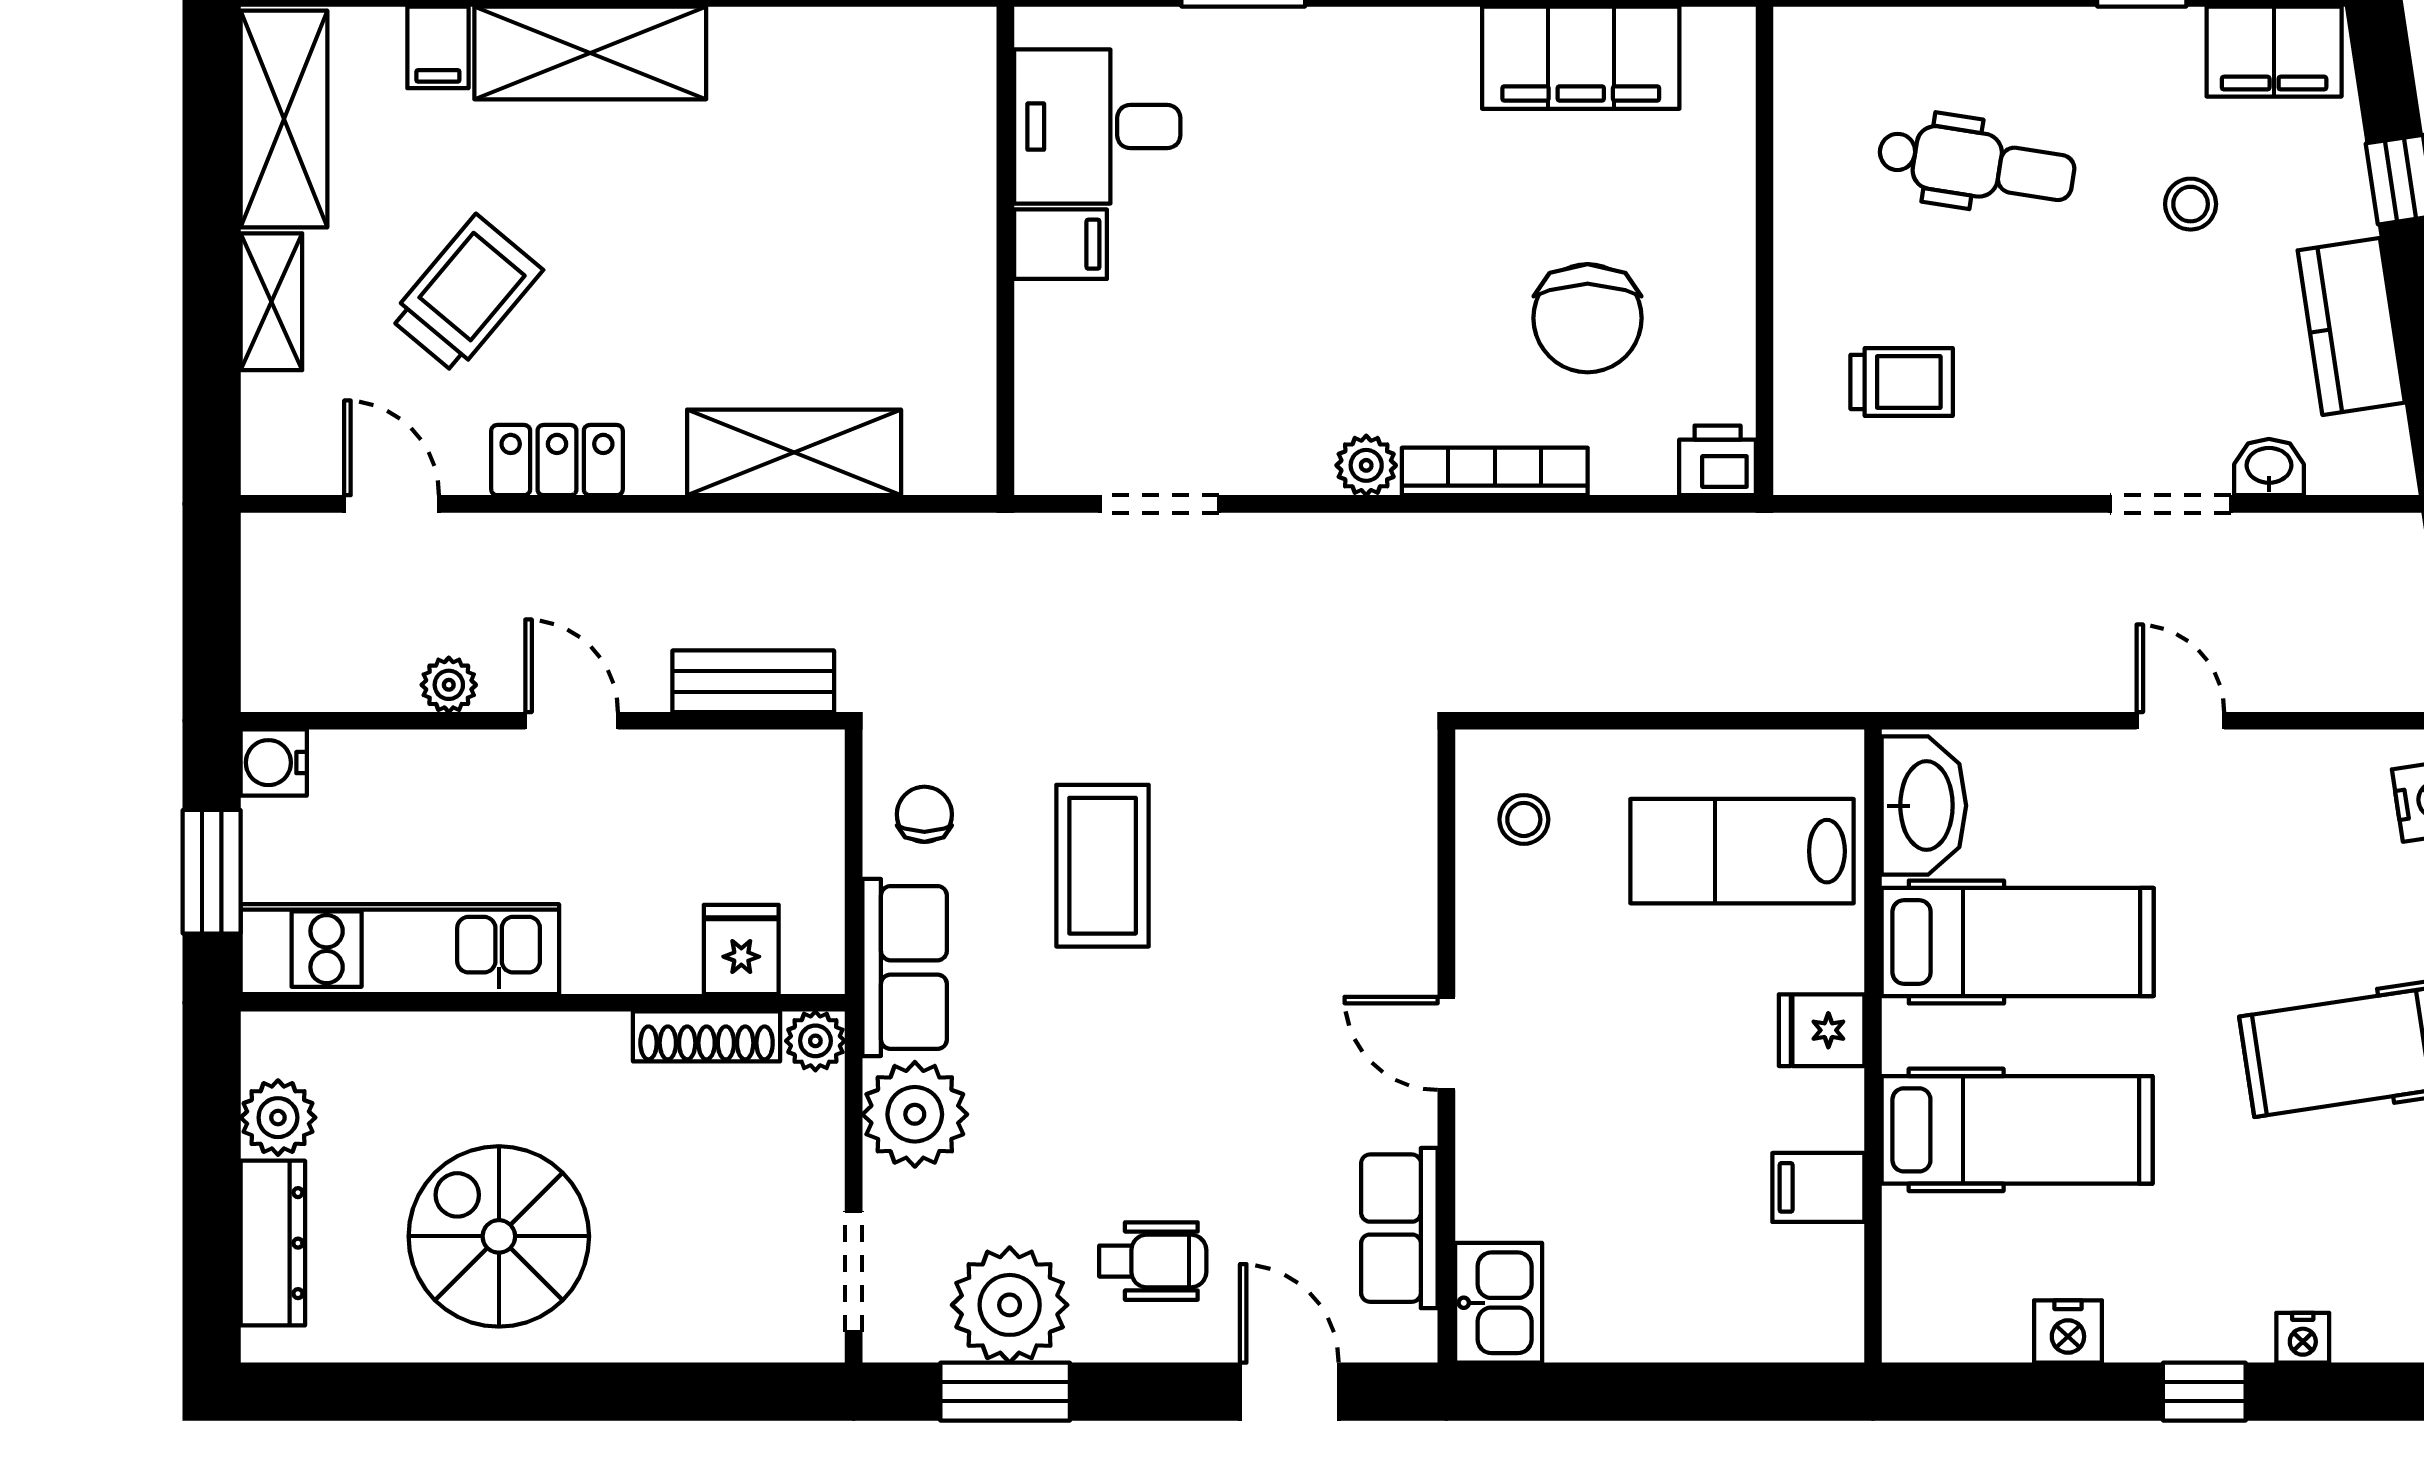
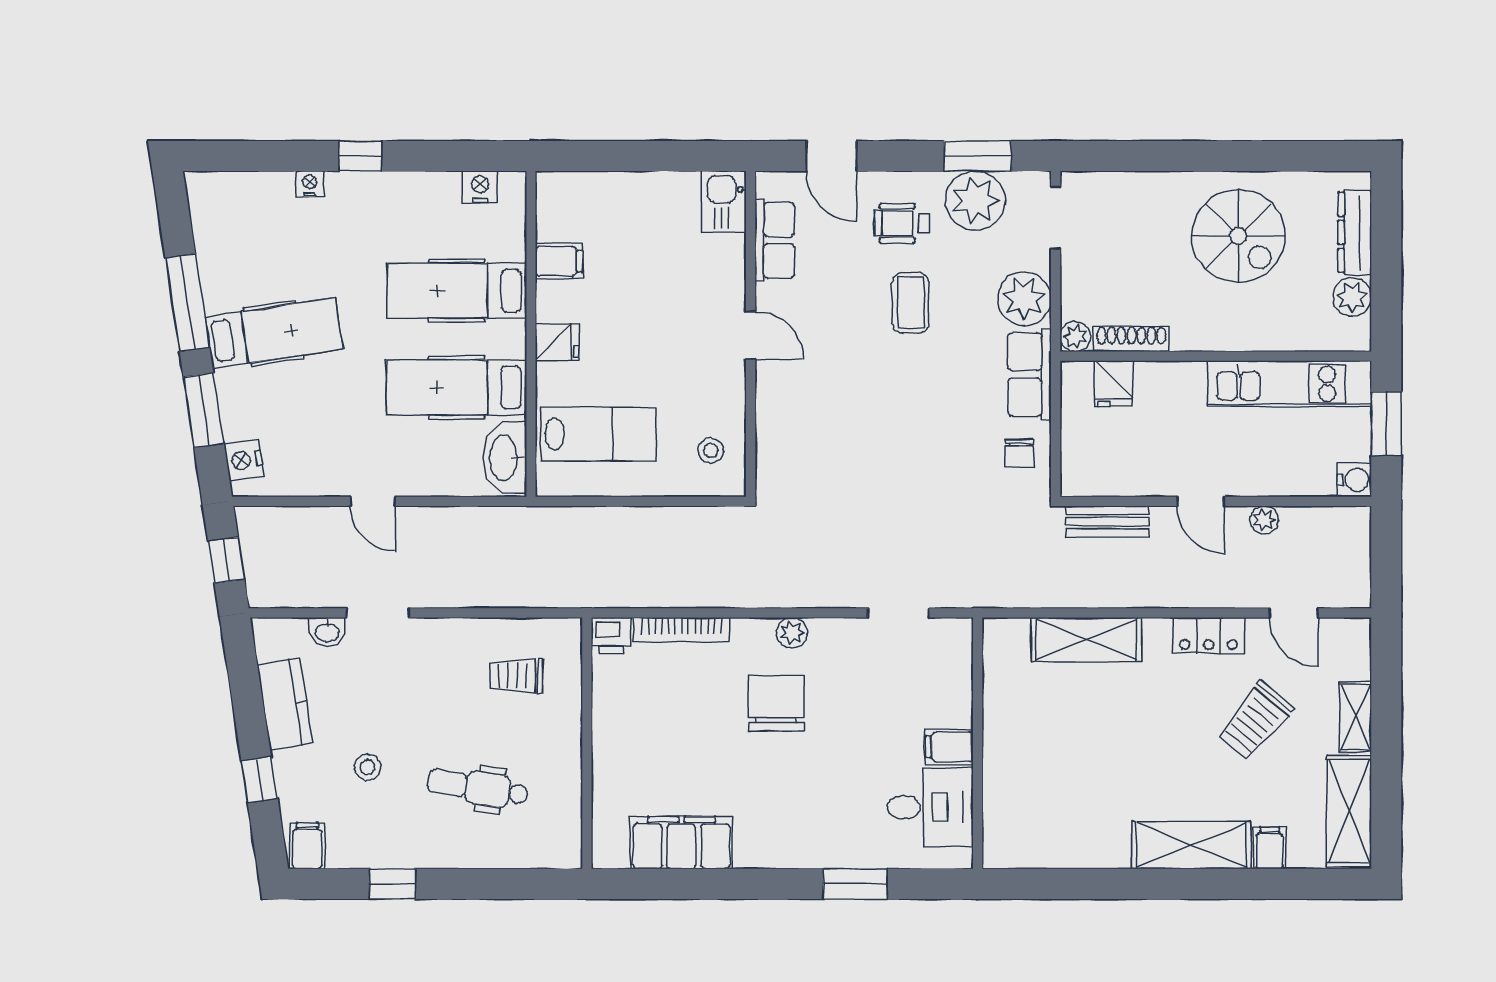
filing cabinet: (2274, 52) -> (307, 846), width x0.50
chair: (1588, 318) -> (776, 703), moved
bookcase: (1495, 471) -> (681, 630), moved
coffee table: (1103, 866) -> (911, 303), moved, width x0.73, depth x0.77
nightstand: (2068, 1332) -> (480, 187), moved

